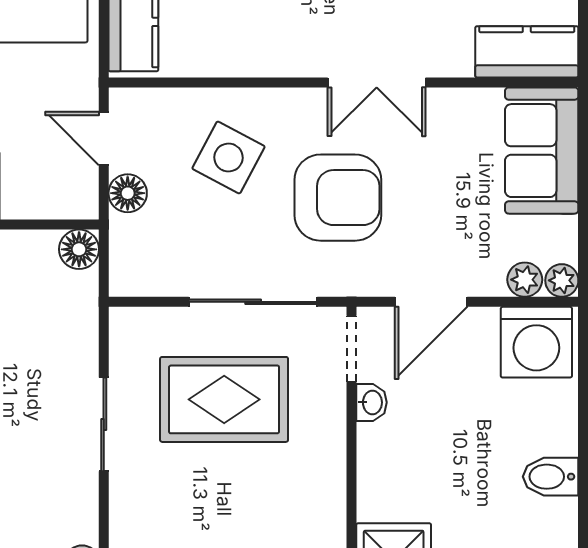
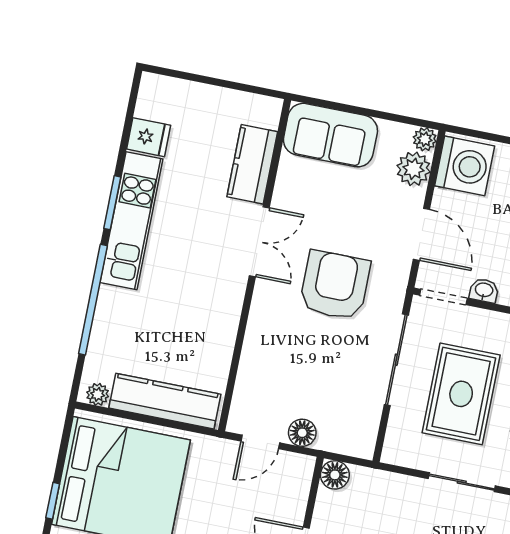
kitchen counter: (527, 52) -> (252, 164), moved
side table: (228, 158) -> (291, 357), removed
plant: (525, 280) -> (414, 169), width x1.38, depth x1.38

